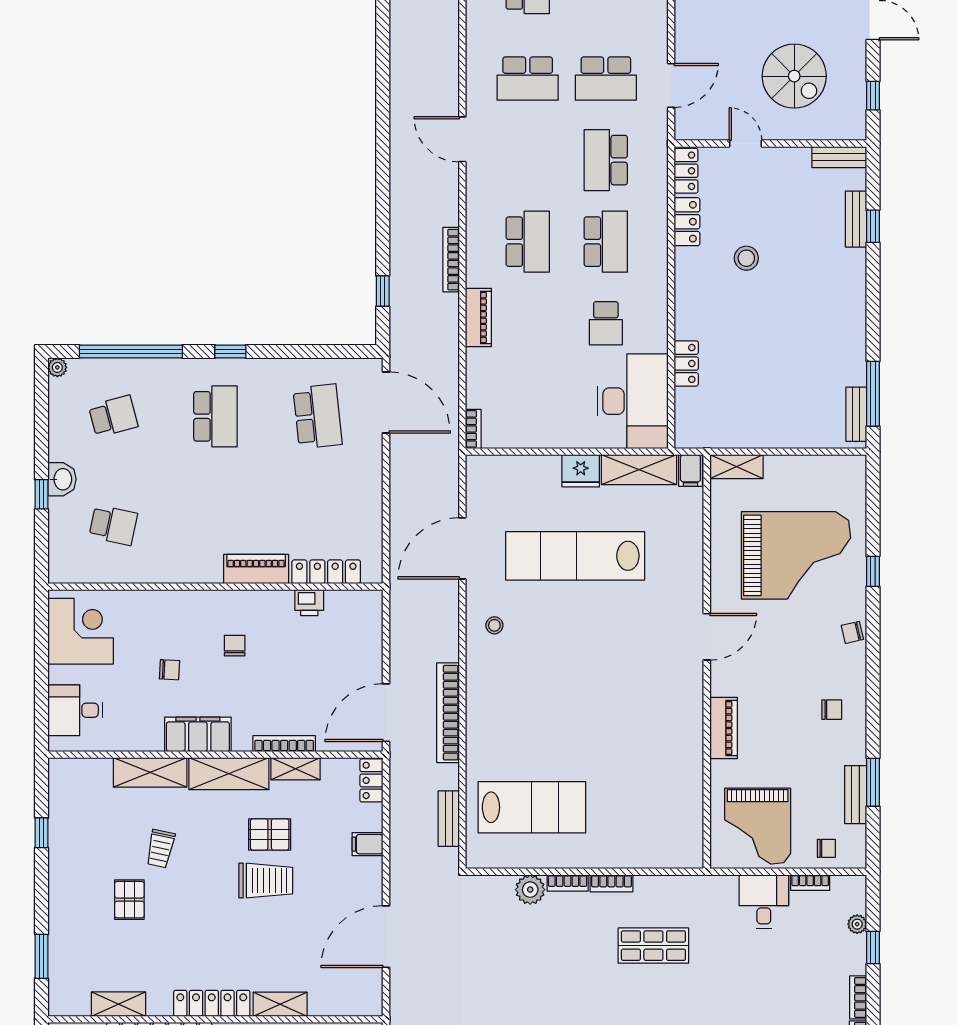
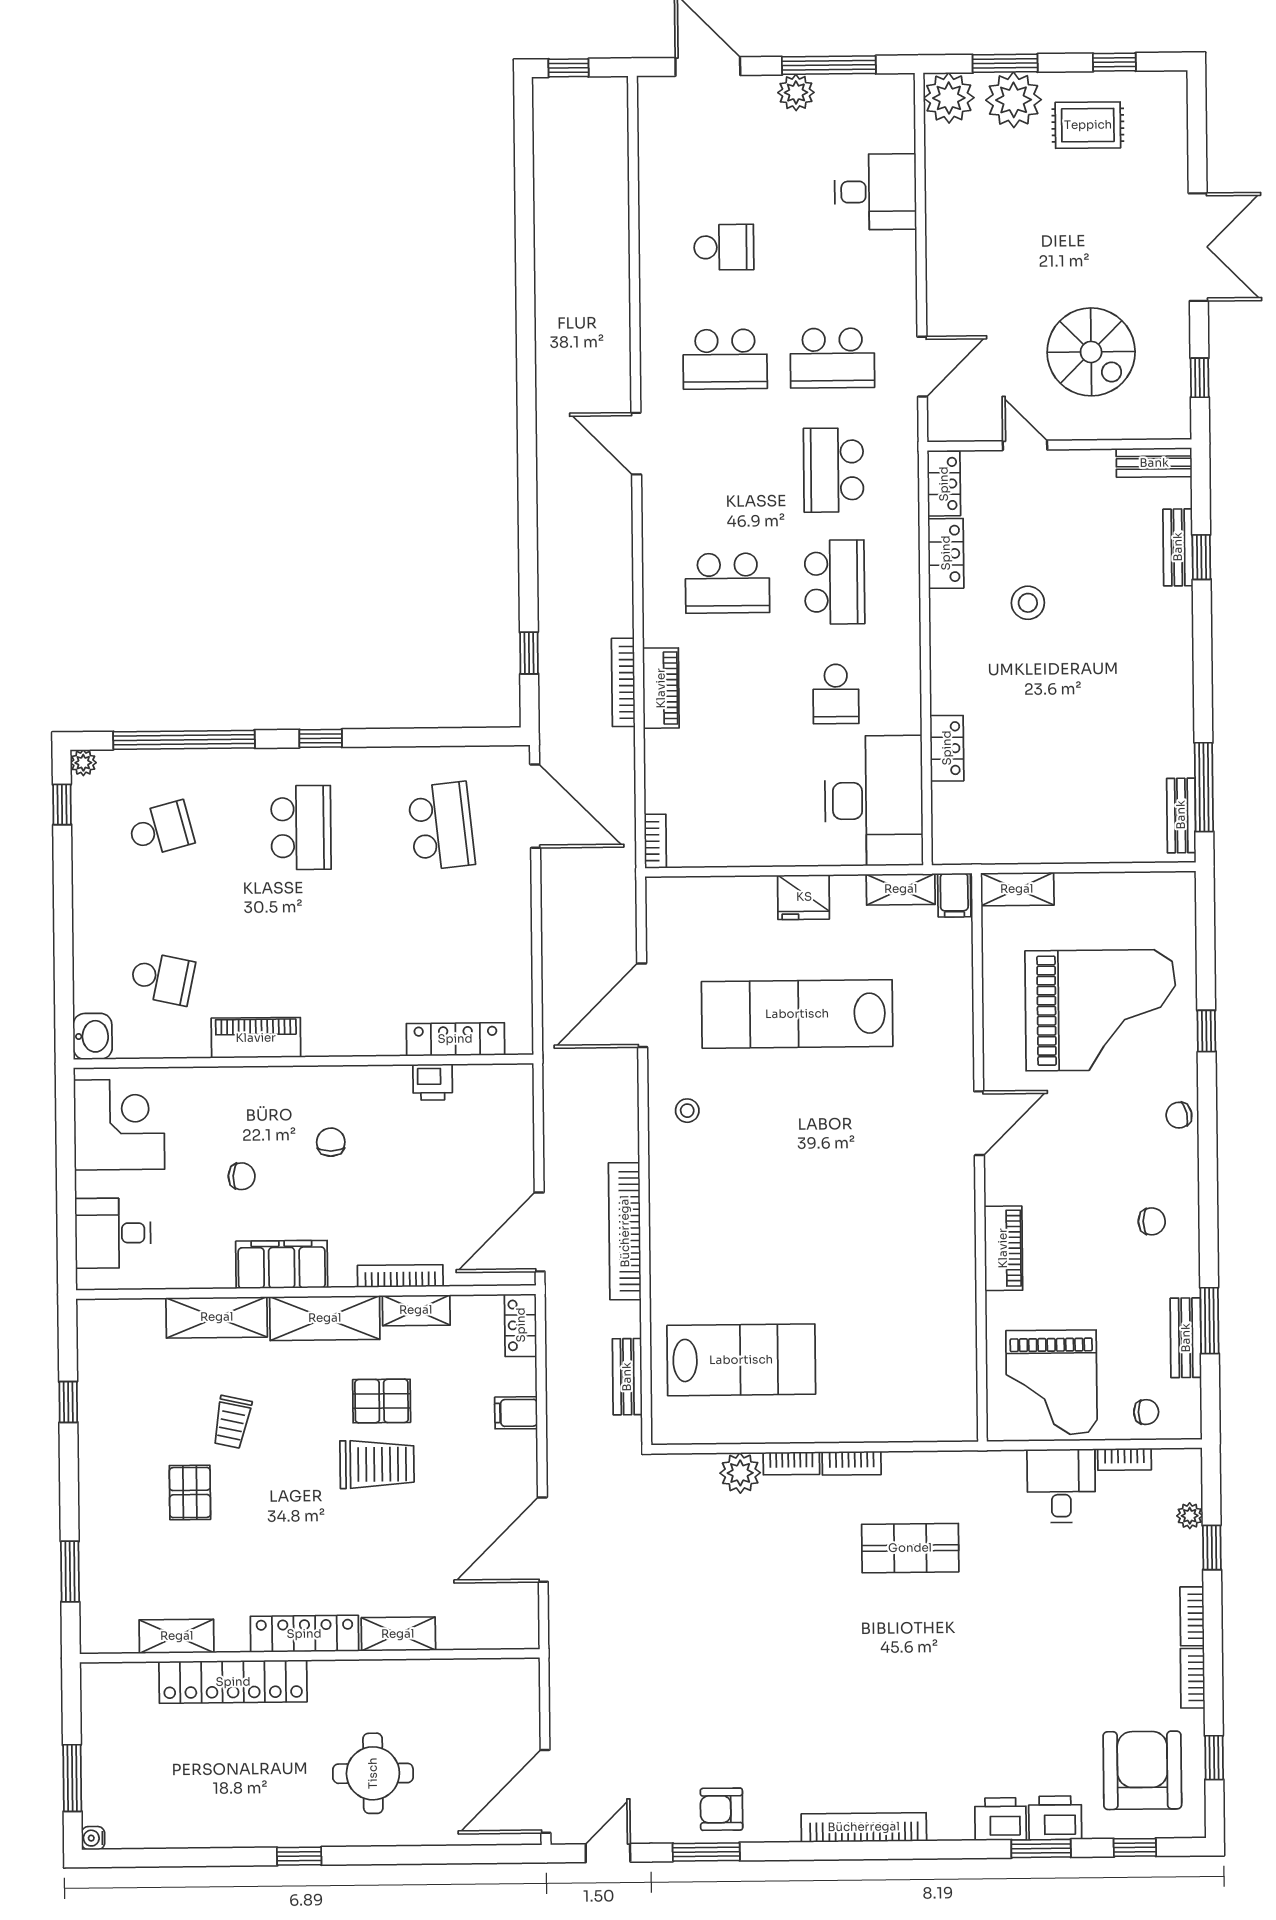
school desk: (528, 242) -> (727, 583), turned 90
bookcase: (451, 260) -> (623, 682), moved
shelving: (639, 470) -> (901, 889), width x0.67, depth x0.75
washbasin: (62, 479) -> (93, 1036), moved
window: (41, 494) -> (62, 805), moved
piano: (256, 569) -> (256, 1038), moved

